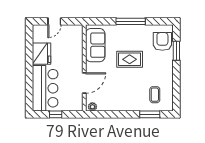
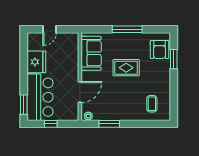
armchair: (162, 41) -> (160, 50), turned 180
window: (29, 96) -> (24, 105), added
window: (150, 114) -> (109, 124), moved

